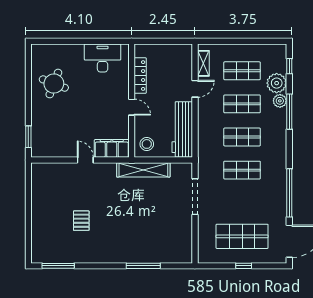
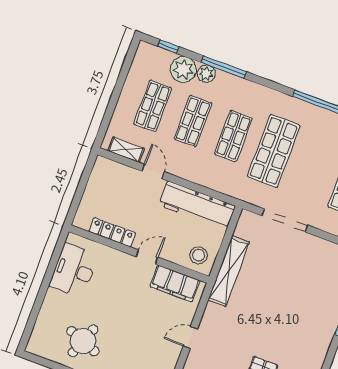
filing cabinet: (112, 148) -> (175, 283), moved, turned -90
shop shelf: (242, 170) -> (274, 151), width x1.43, depth x1.36

